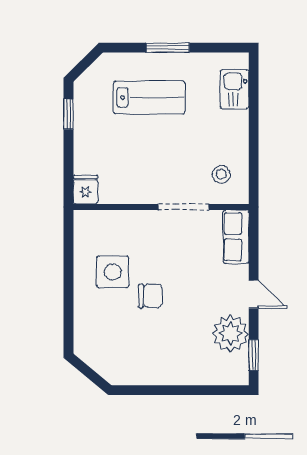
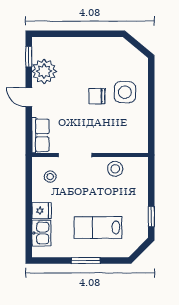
stool: (123, 186) -> (115, 169), added
fridge: (85, 190) -> (42, 211), moved, turned -90
side table: (113, 272) -> (125, 92), moved

